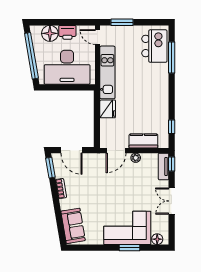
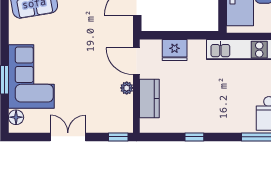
fridge: (108, 109) -> (175, 50), moved
window: (172, 127) -> (194, 137), moved
tv unit: (164, 166) -> (115, 126), removed

